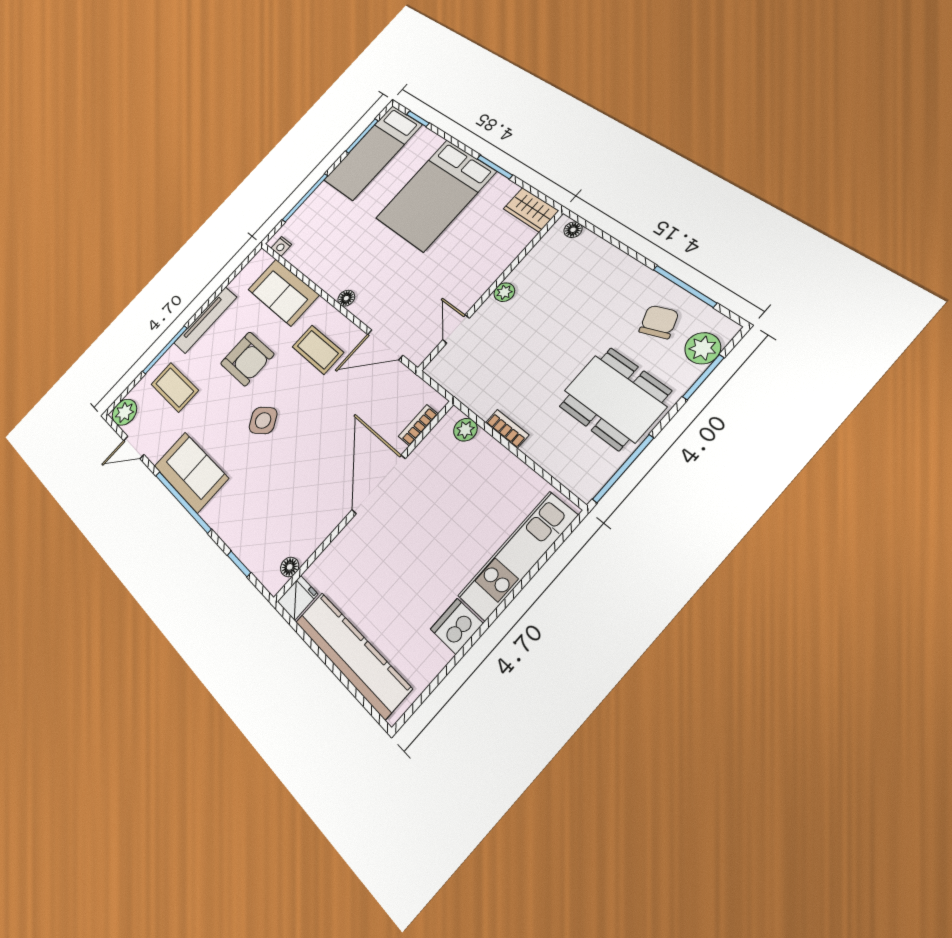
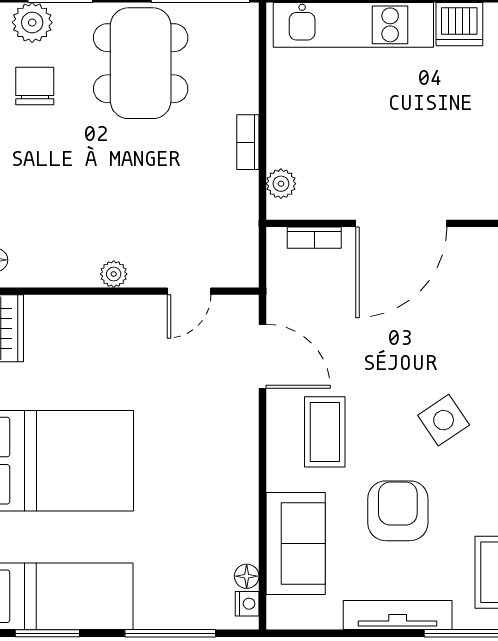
floor lamp: (346, 298) -> (247, 576), moved
chair: (659, 322) -> (35, 86), turned 110

